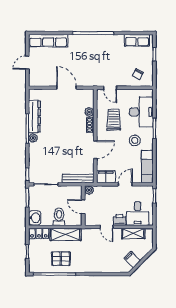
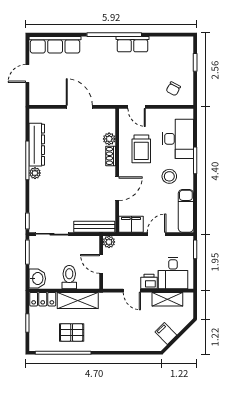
row of seats: (137, 40) -> (132, 44), moved
trolley: (114, 120) -> (141, 149), turned 180

